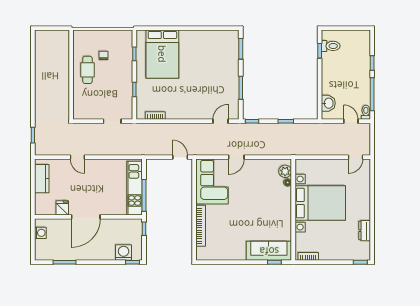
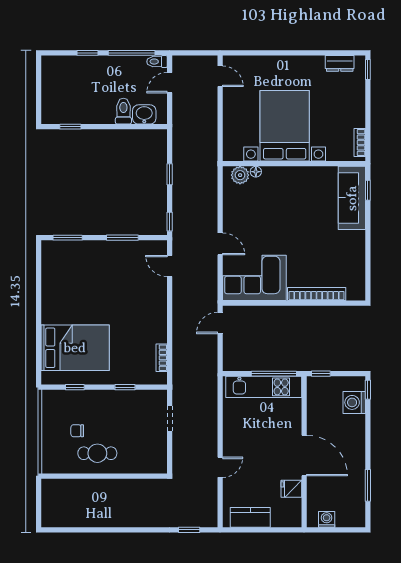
toilet: (331, 46) -> (123, 111), moved
dresser: (365, 231) -> (340, 63), moved

